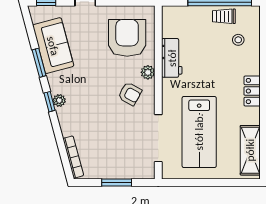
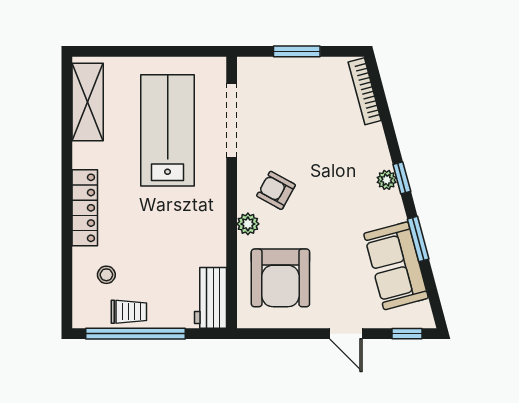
workbench: (172, 58) -> (211, 298), moved
locker: (252, 91) -> (85, 208), width x1.53

